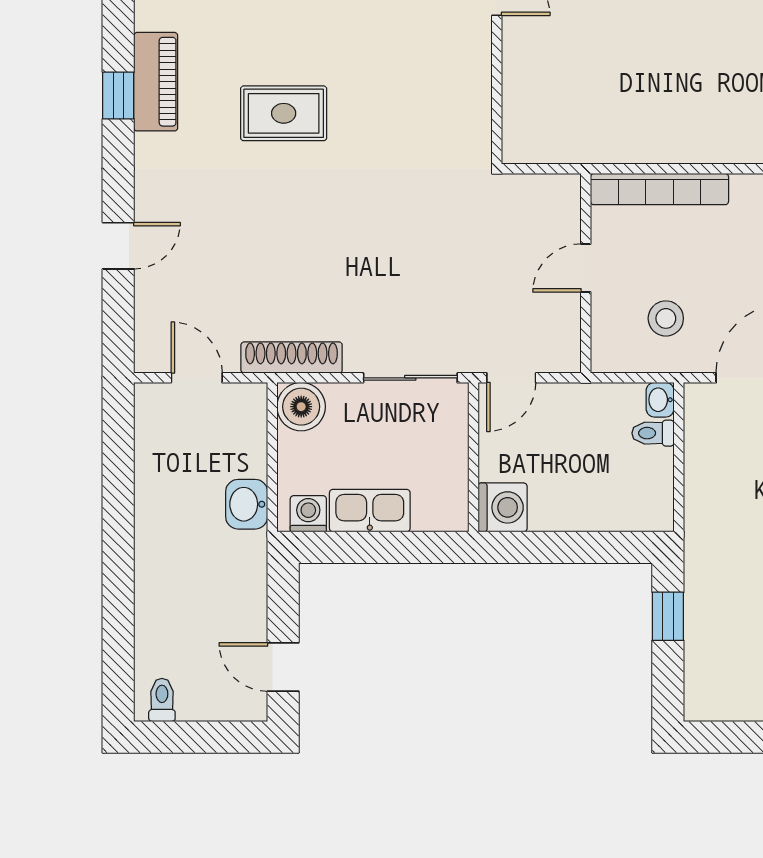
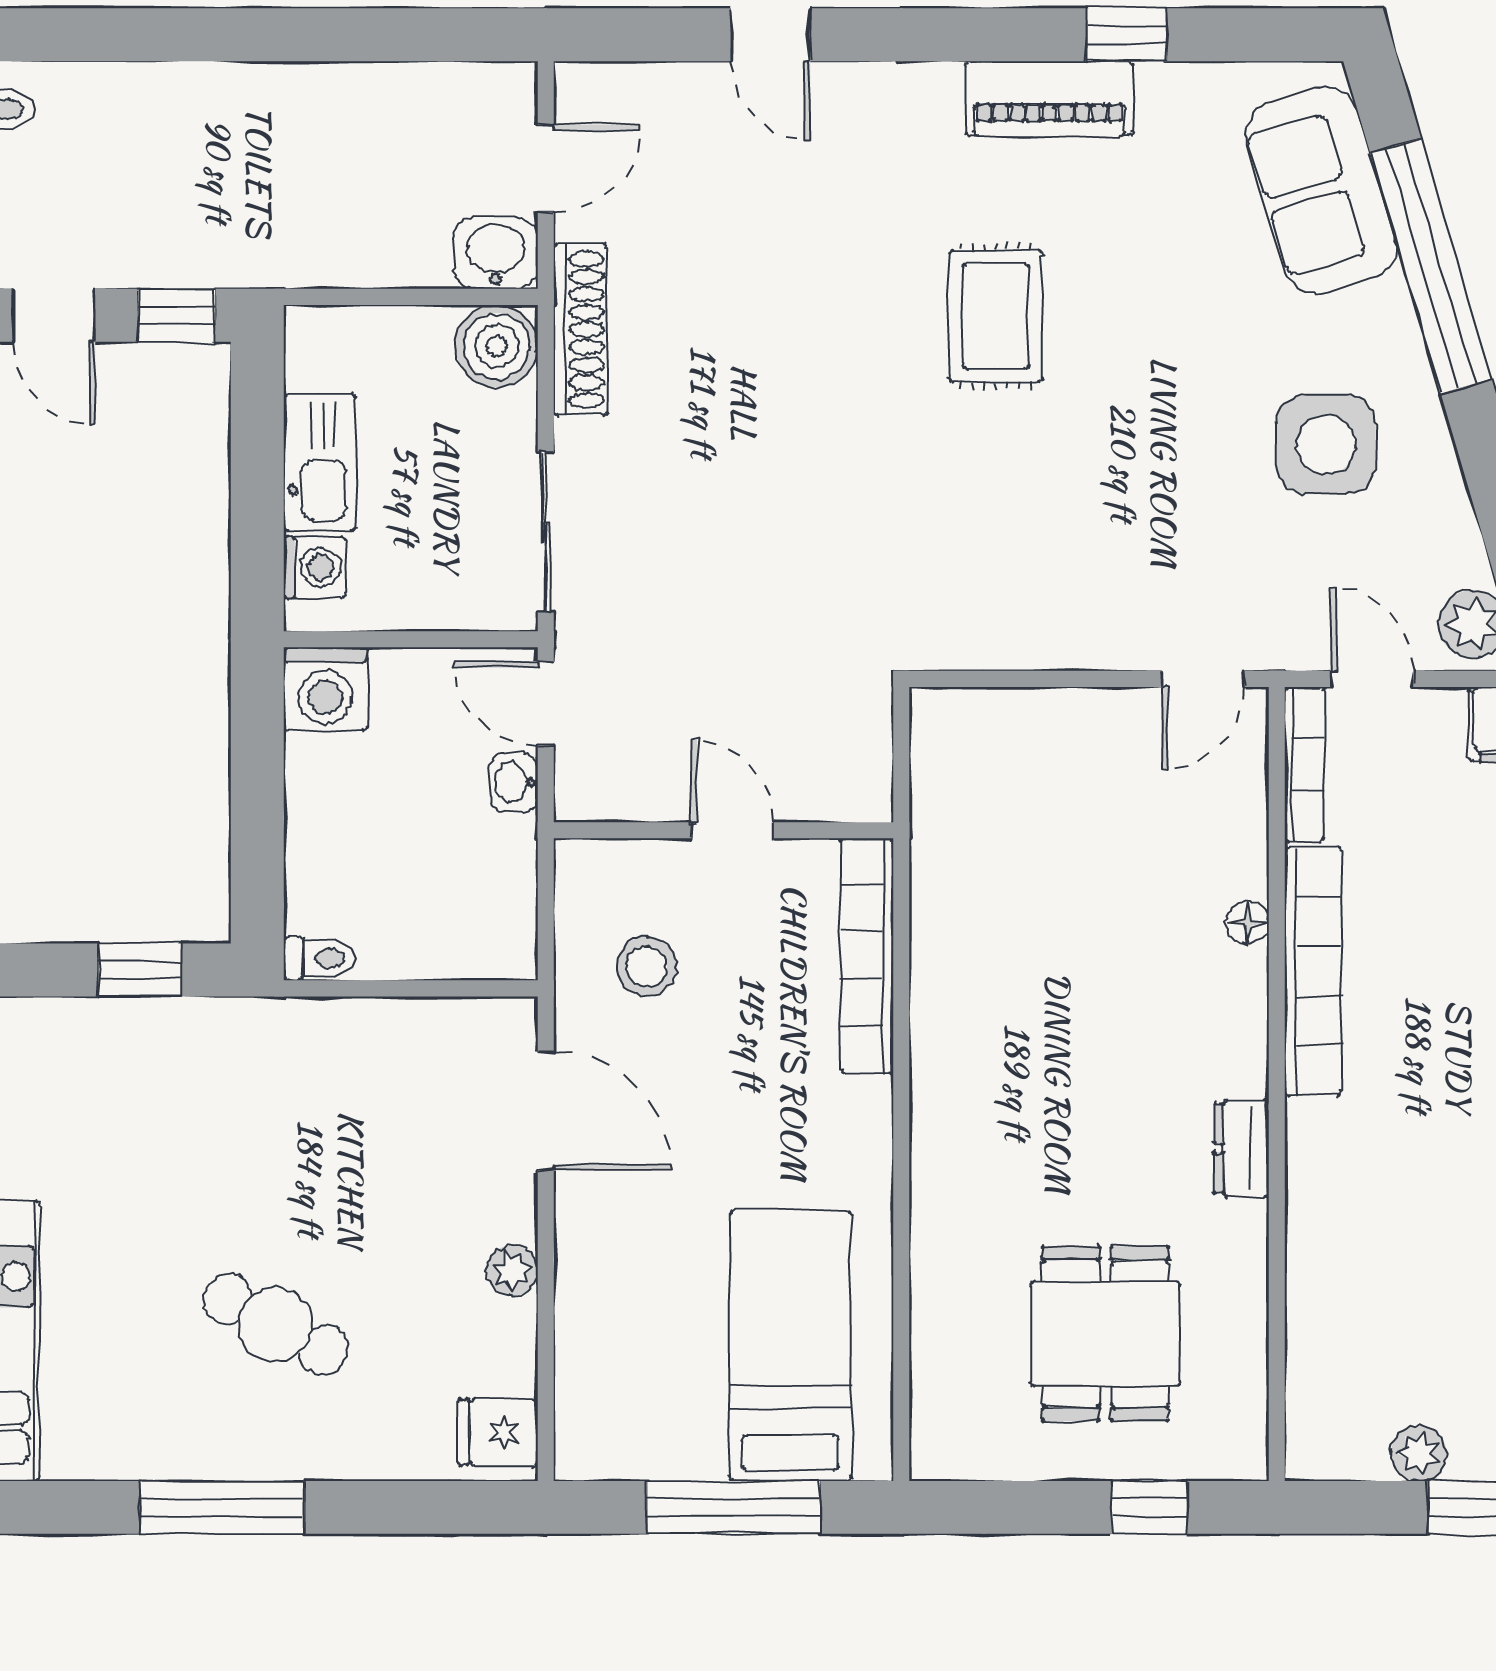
window: (118, 96) -> (1126, 35), moved
washbasin: (660, 400) -> (514, 782), moved, turned -90
toilet: (653, 433) -> (319, 958), moved, turned 90
washbasin: (247, 504) -> (496, 253), moved
washing machine: (308, 514) -> (314, 567), moved
window: (283, 595) -> (177, 315), added
door: (283, 667) -> (54, 315), swing flipped

